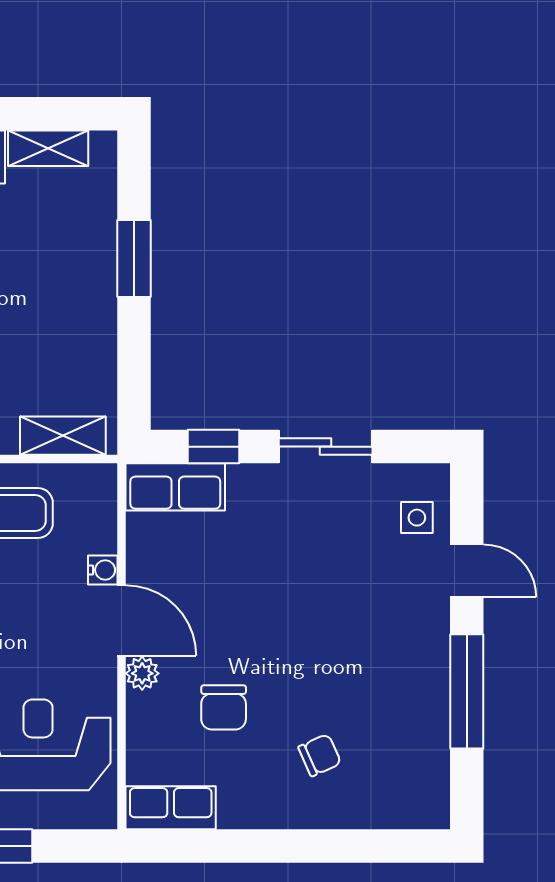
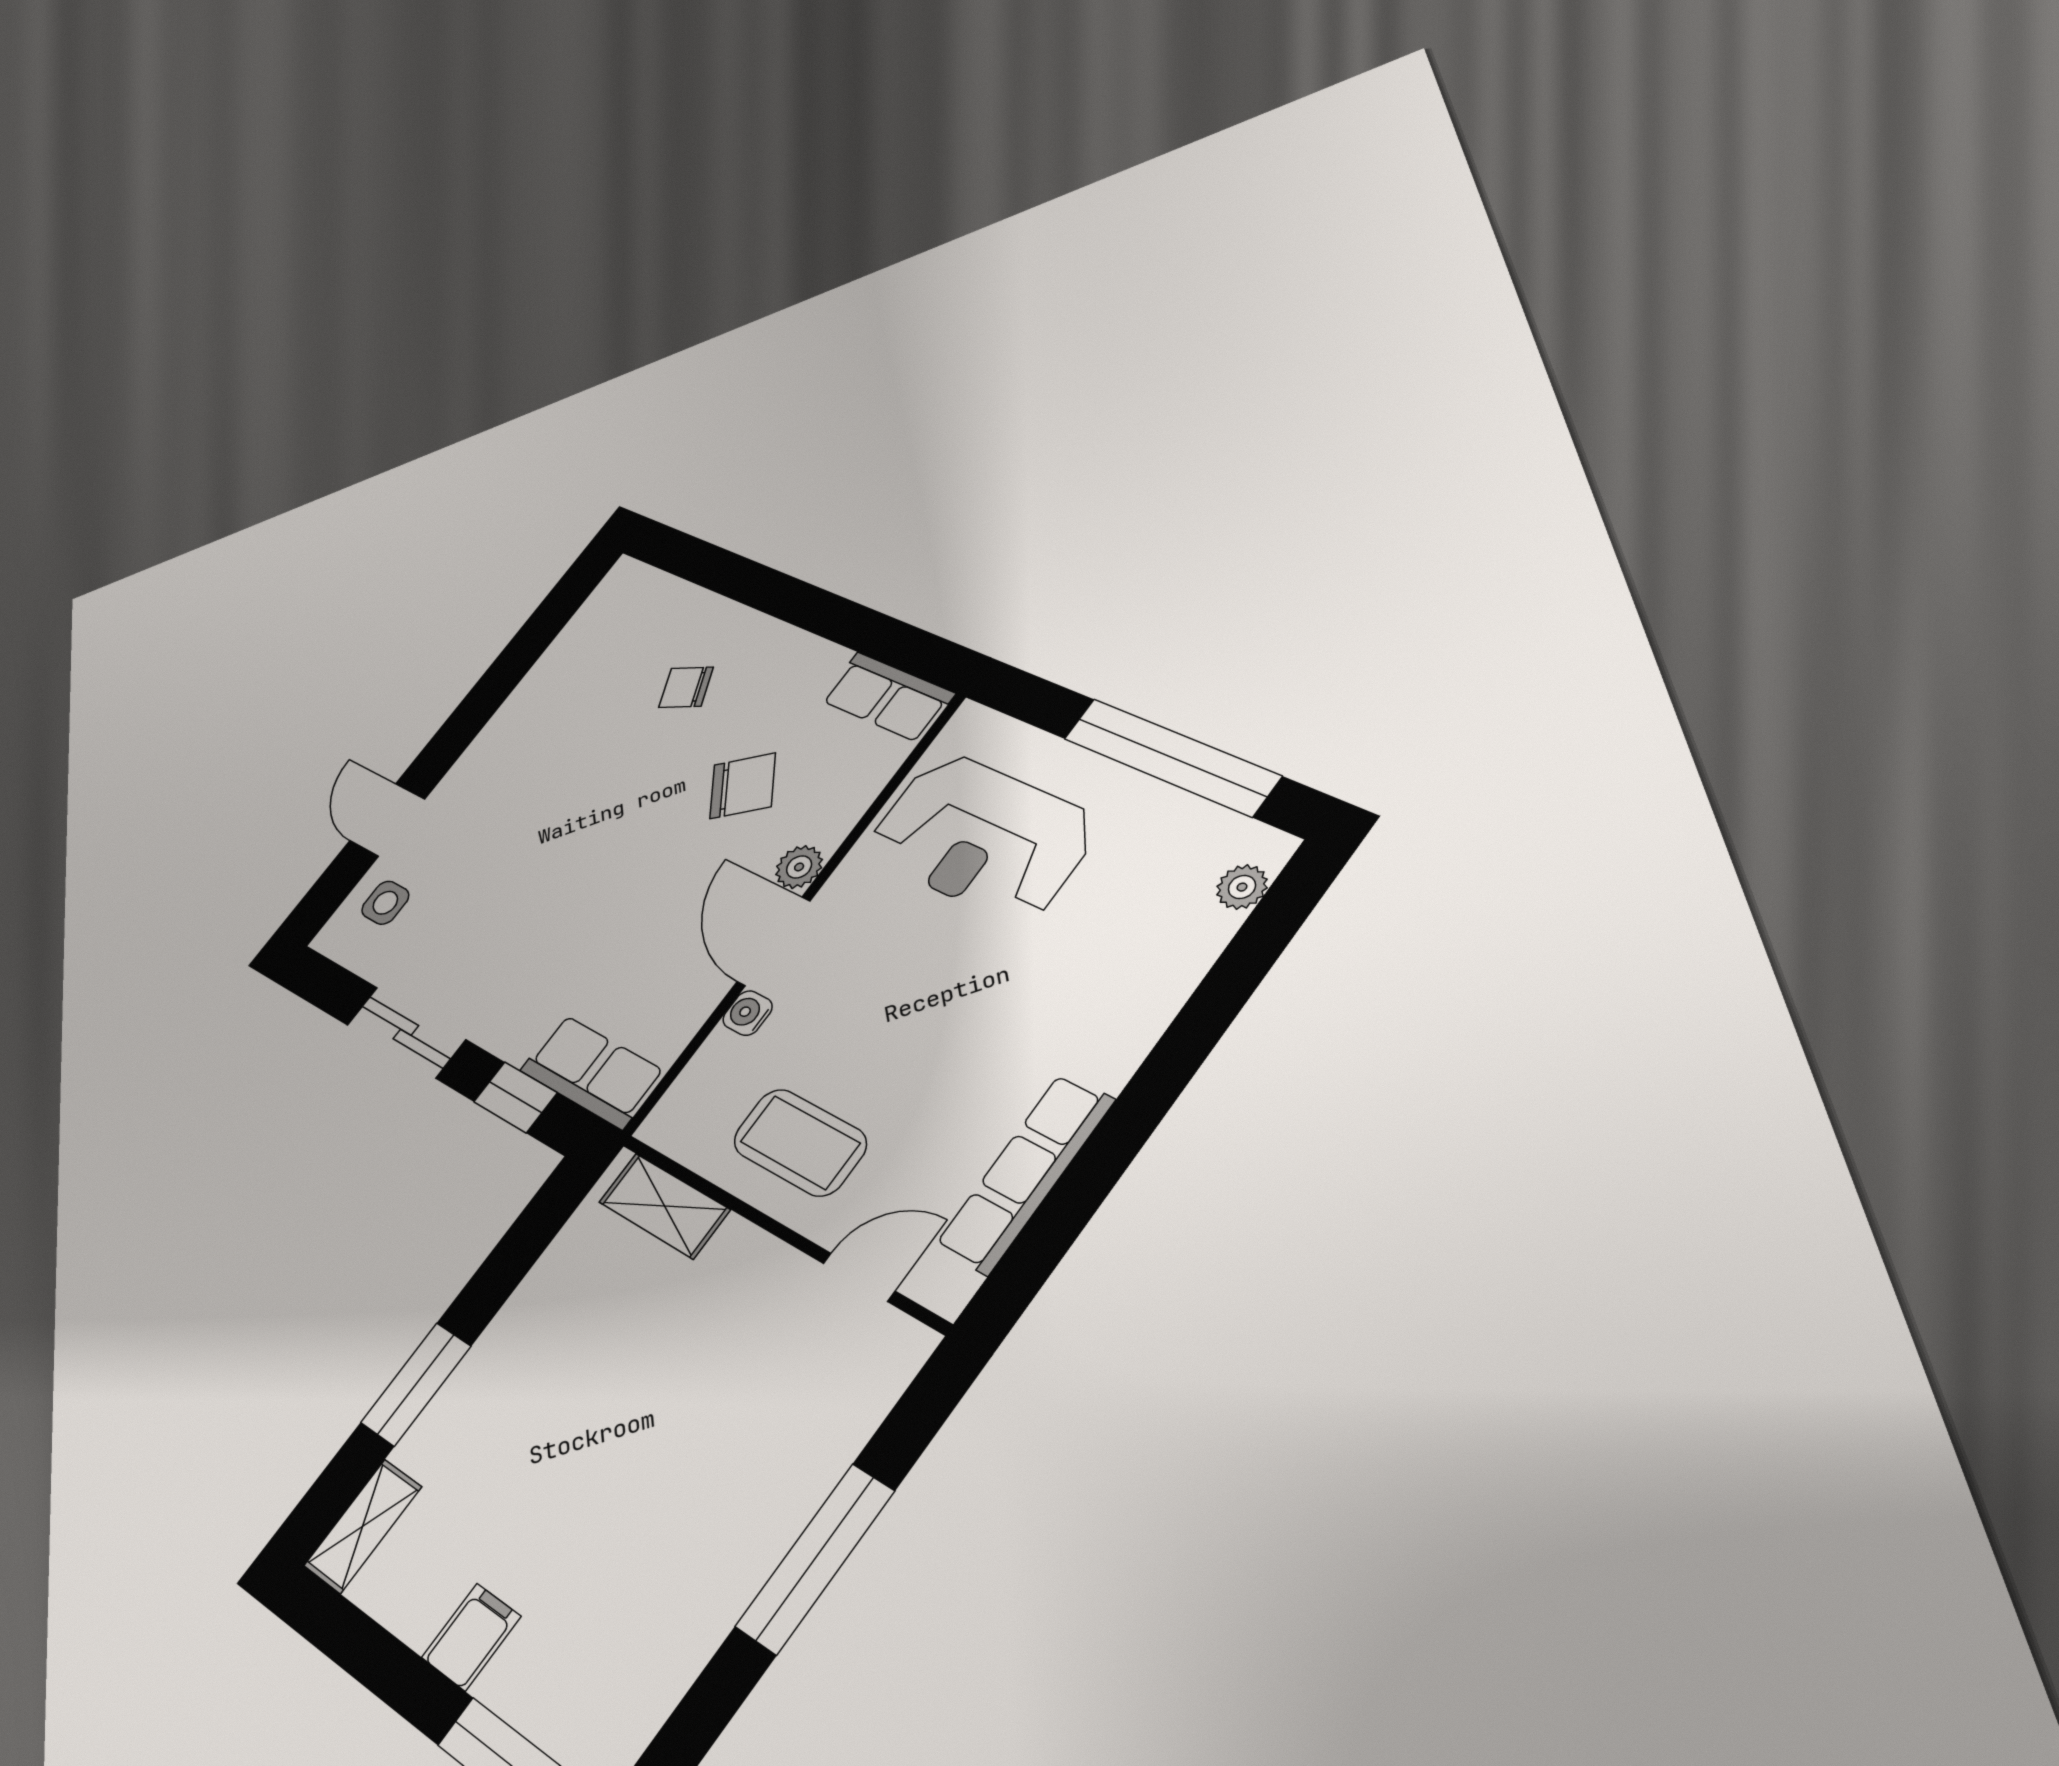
shelving: (48, 148) -> (363, 1526), moved, turned 90
window: (467, 691) -> (491, 691), removed
chair: (224, 707) -> (743, 786), turned 54

